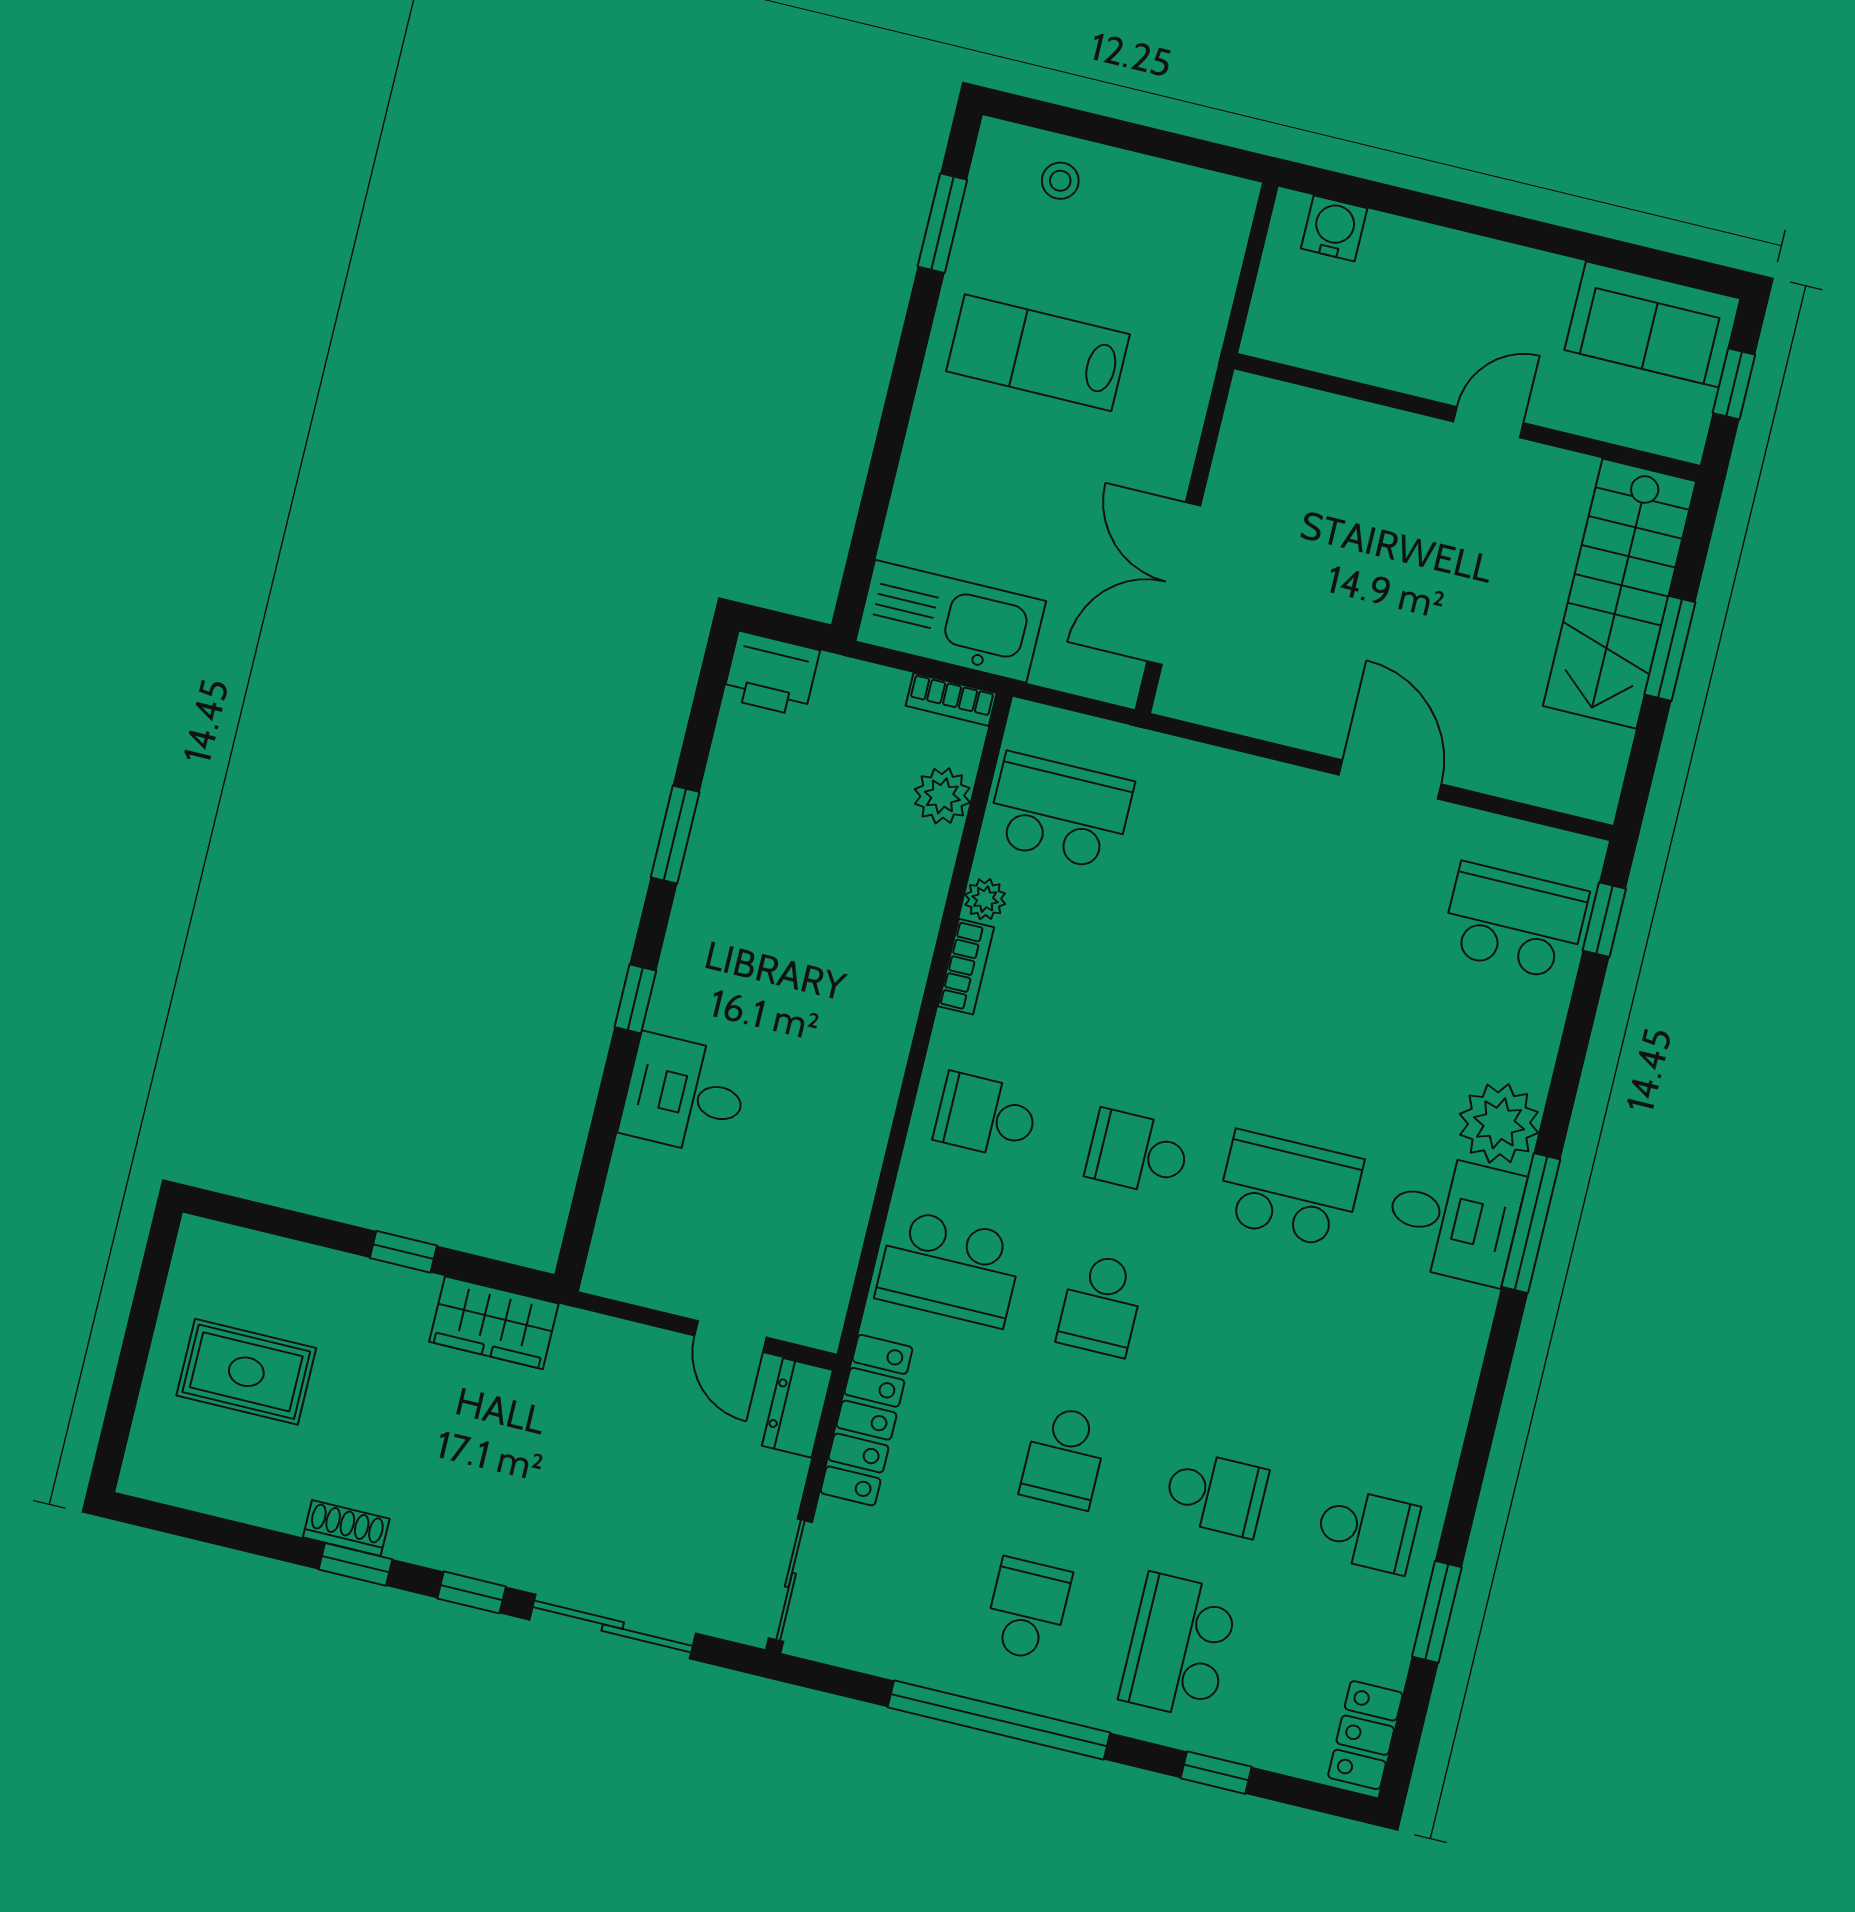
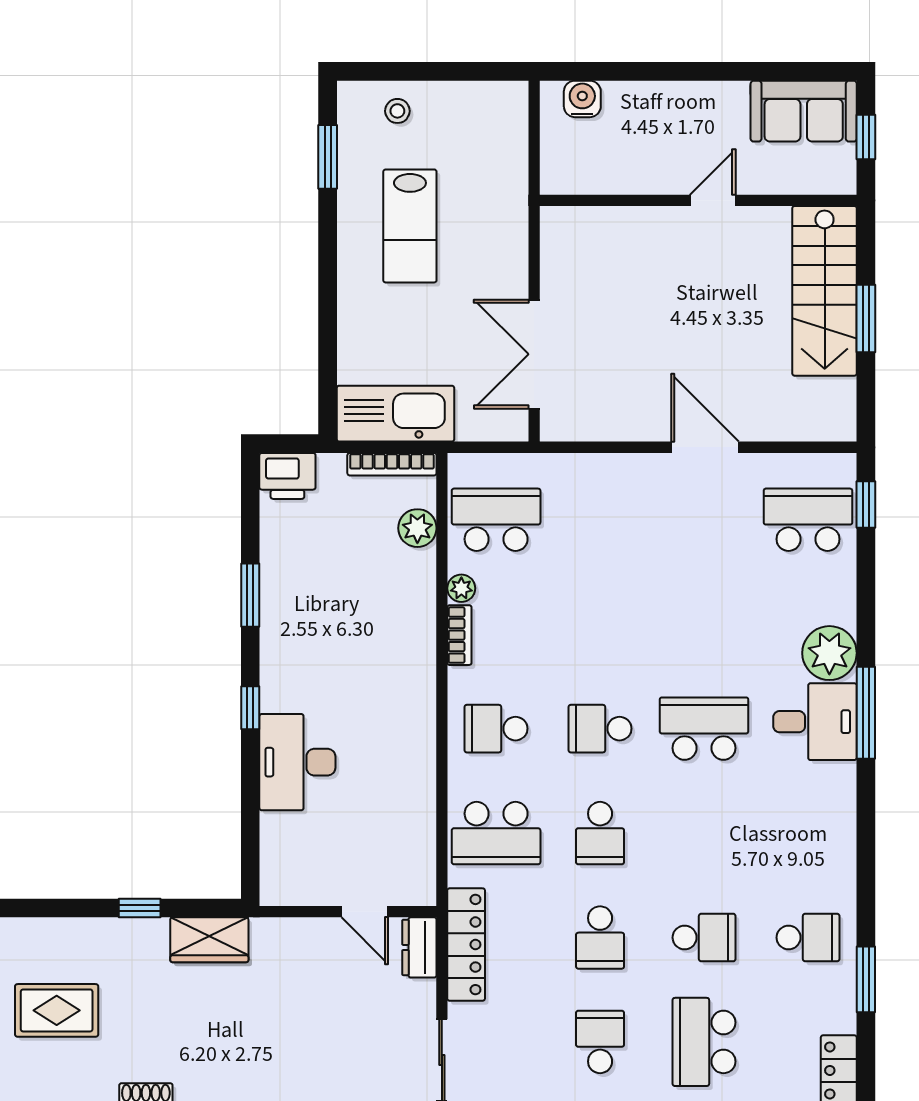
lab bench: (1038, 353) -> (410, 226), turned -90
bookcase: (951, 699) -> (392, 464), width x1.56
desk: (685, 1095) -> (297, 762), width x1.37

